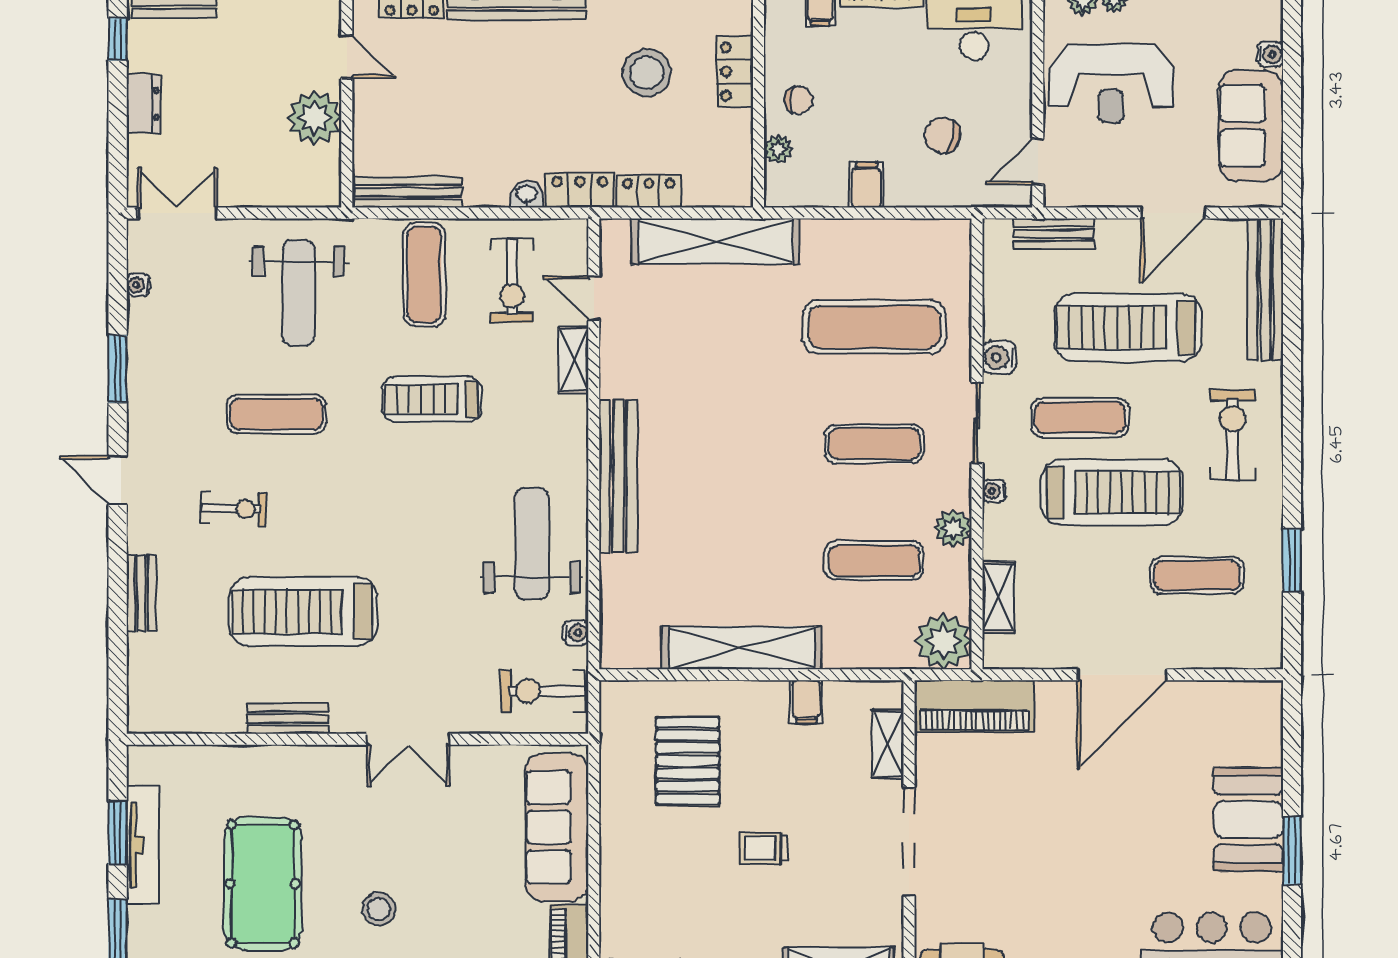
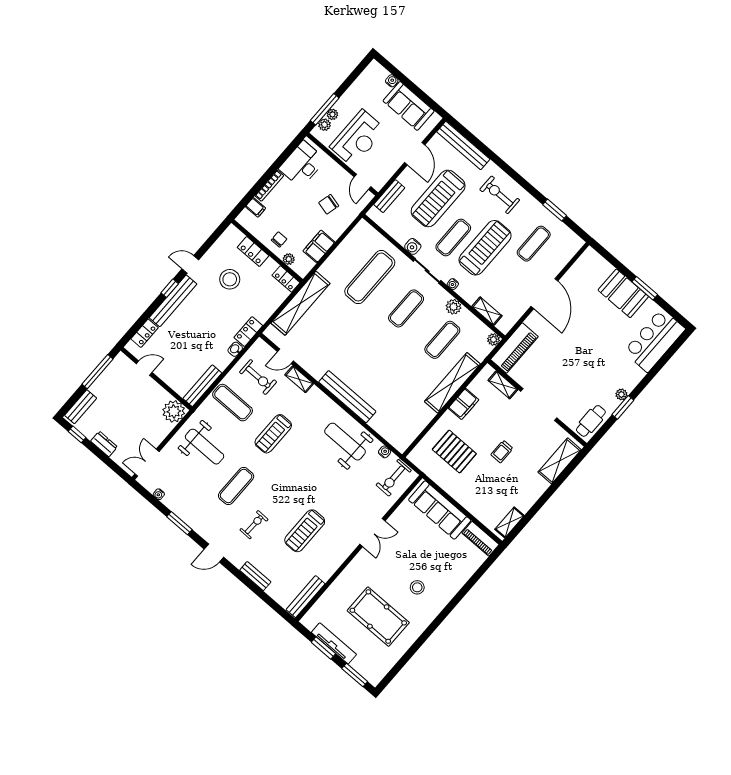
plant: (314, 118) -> (174, 411), moved
filing cabinet: (866, 185) -> (319, 247), width x2.00
locker: (649, 191) -> (286, 279), moved, turned -90
treadmill: (303, 612) -> (305, 531), width x0.73, depth x0.73
plant: (943, 641) -> (494, 339), width x0.53, depth x0.53
shelving: (742, 648) -> (452, 383), moved
filing cabinet: (806, 702) -> (464, 404), width x2.00
bench: (288, 718) -> (306, 597), moved, width x1.36

